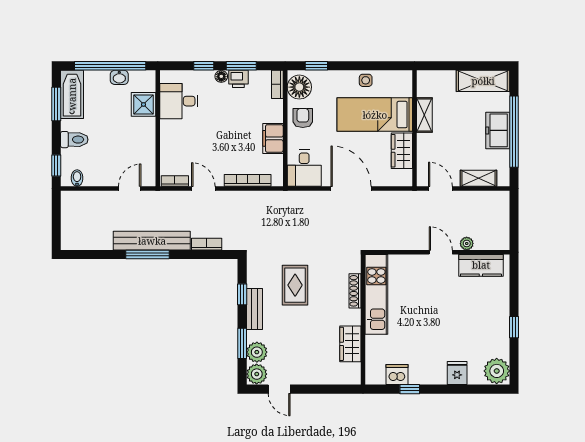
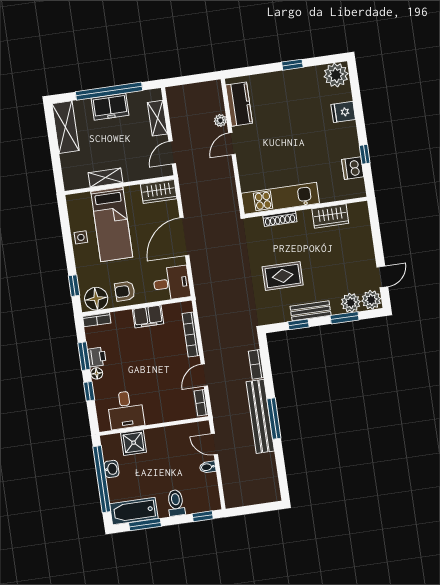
wardrobe: (402, 151) -> (159, 191), moved
bidet: (77, 178) -> (208, 467), moved

